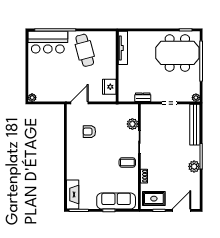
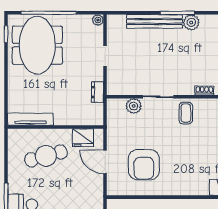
cafe table: (85, 50) -> (46, 156), moved
door: (79, 103) -> (105, 162), moved
bench: (195, 125) -> (154, 21), moved
armchair: (89, 132) -> (144, 165), width x1.88, depth x1.88

